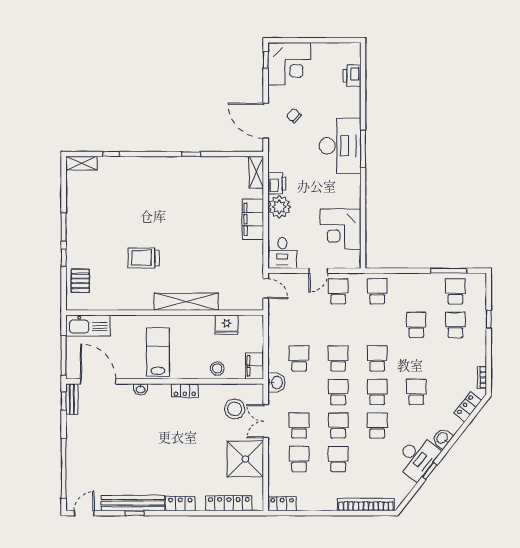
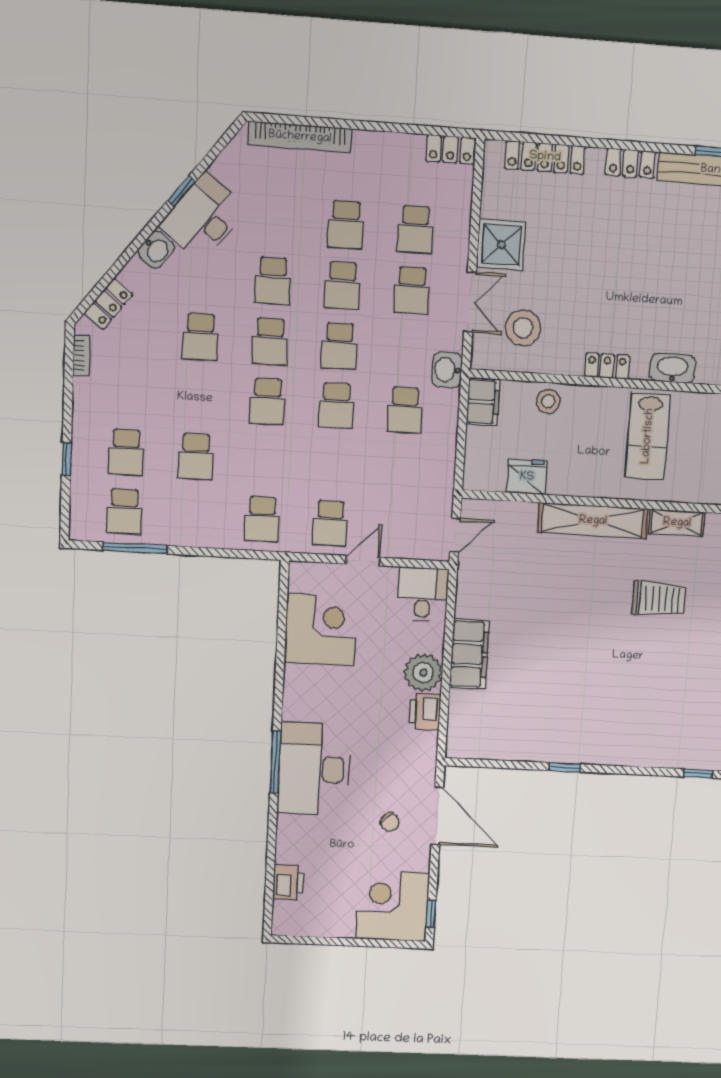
shelving: (256, 172) -> (677, 523), moved, turned 90
door: (266, 289) -> (455, 535), swing flipped
washbasin: (141, 389) -> (673, 368), width x1.91, depth x1.45
shower: (245, 459) -> (501, 245), width x0.73, depth x0.73

